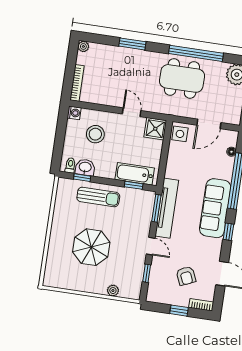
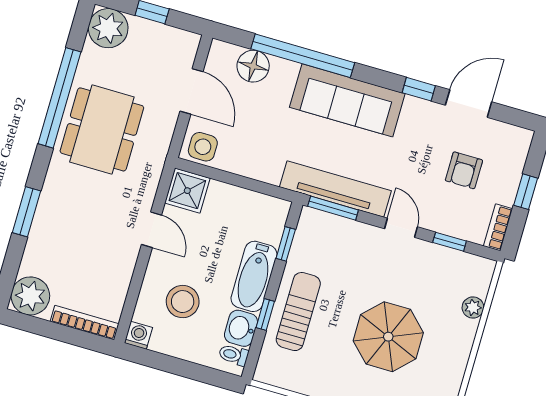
plant: (83, 46) -> (30, 296), width x1.87, depth x1.87
door: (132, 112) -> (151, 230), swing flipped
floor lamp: (231, 152) -> (253, 66), width x1.89, depth x1.89
bathtub: (135, 174) -> (254, 276), moved
window: (82, 178) -> (265, 314), moved
window: (228, 232) -> (419, 89), moved
door: (151, 246) -> (401, 228), hinge flipped
armchair: (186, 276) -> (464, 170), turned 114
bookcase: (201, 305) -> (498, 227), moved

